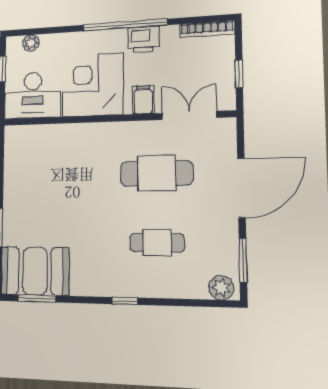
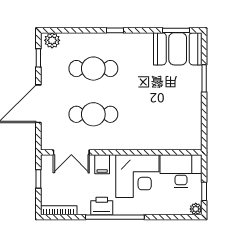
plant: (31, 43) -> (196, 209), moved
cafe table: (157, 243) -> (93, 69), width x1.37, depth x1.35
window: (243, 260) -> (38, 58), width x0.67

